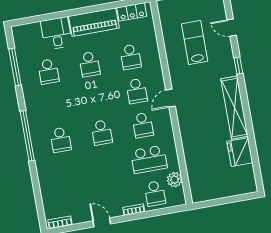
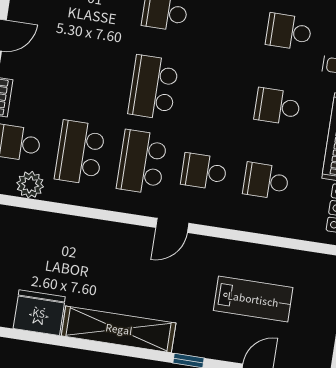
door: (171, 98) -> (172, 225), swing flipped
school desk: (143, 125) -> (142, 162), width x1.85
school desk: (102, 132) -> (153, 87), width x1.85

